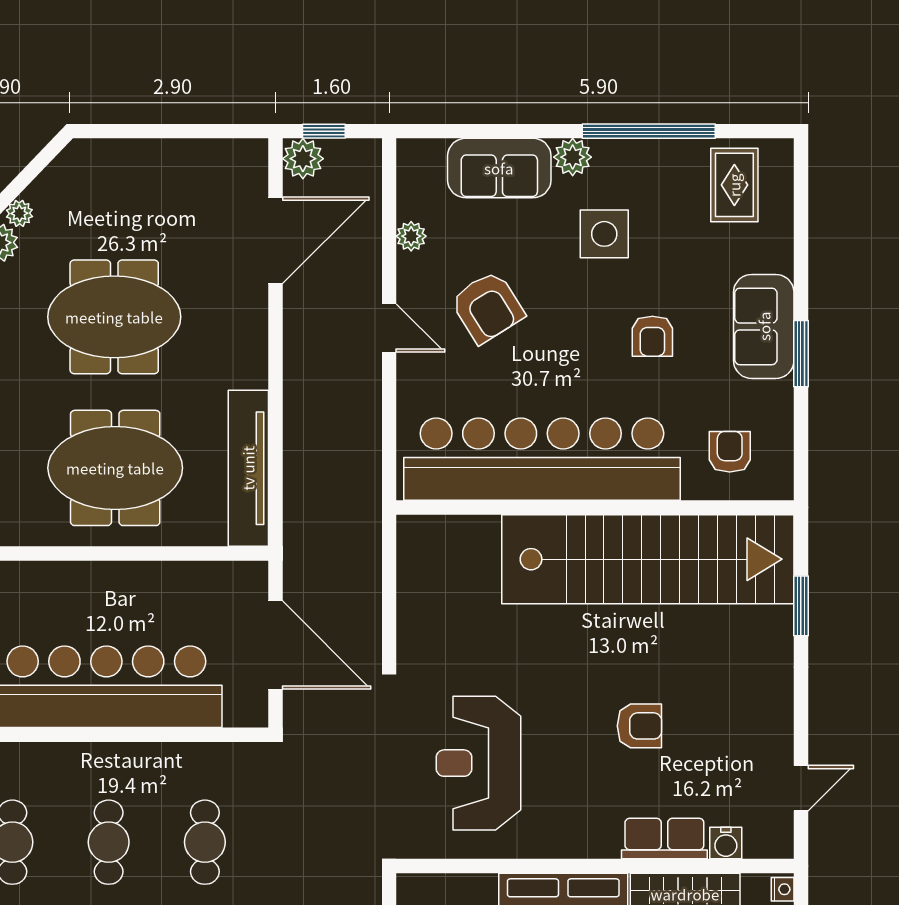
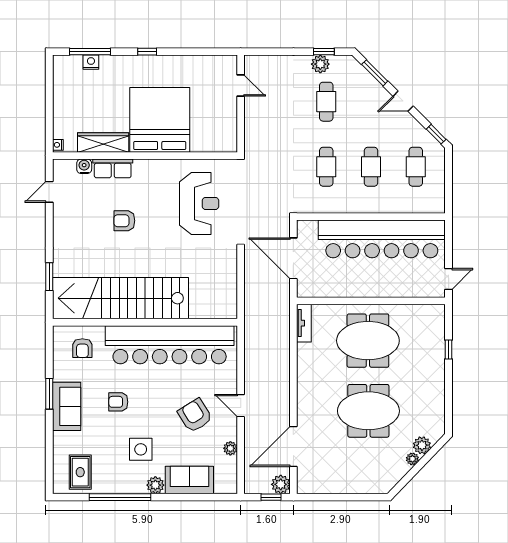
armchair: (652, 336) -> (118, 402), turned -90
tv unit: (248, 468) -> (304, 323), width x0.52, depth x0.78

